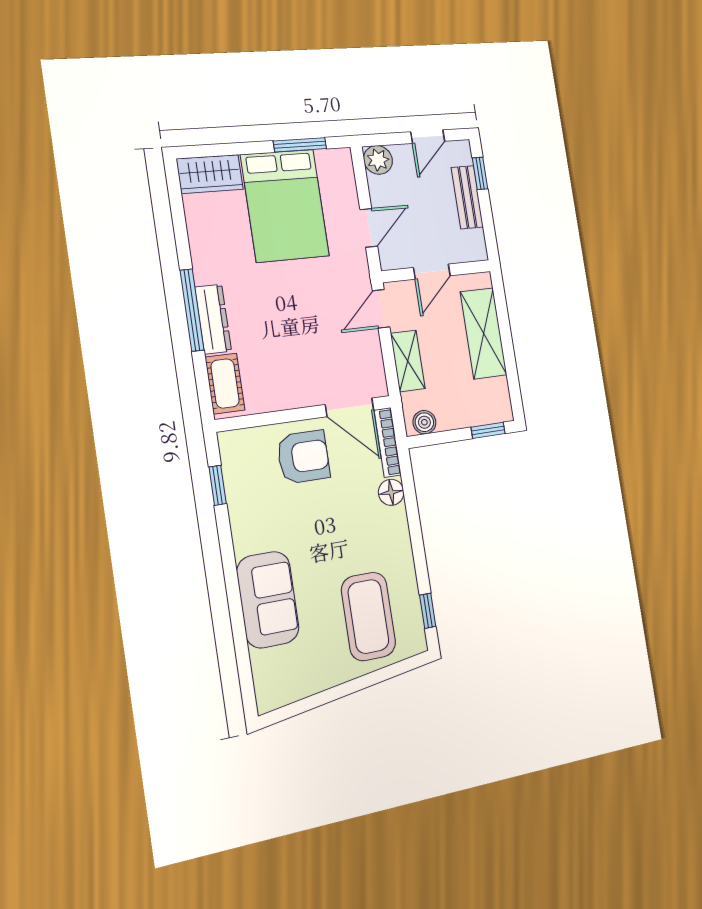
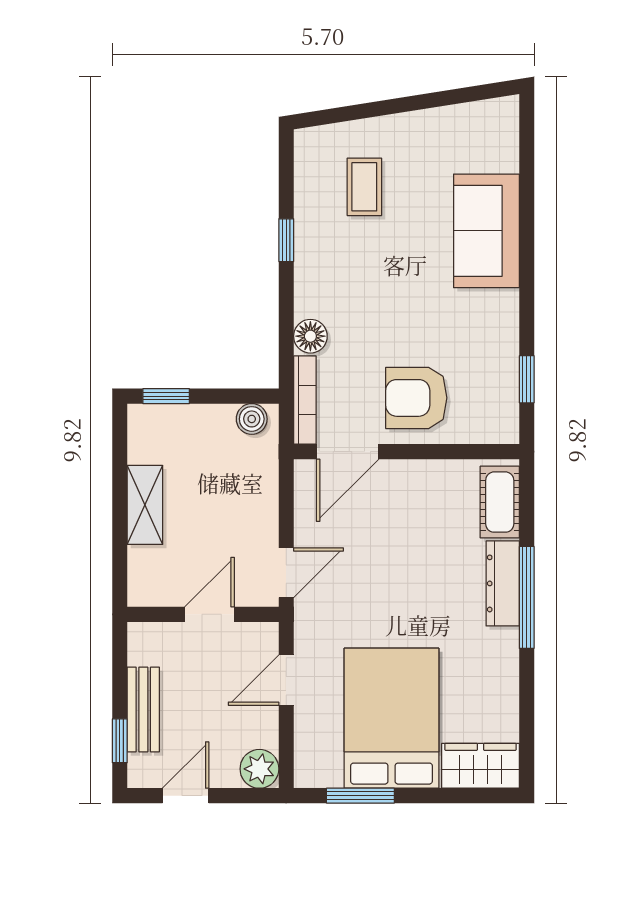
shelving: (484, 333) -> (145, 505), width x0.67, depth x0.75
shelving: (408, 361) -> (261, 501), removed
door: (350, 407) -> (348, 452), swing flipped
window: (428, 611) -> (286, 240), moved
coffee table: (368, 616) -> (364, 187), width x0.54, depth x0.58

